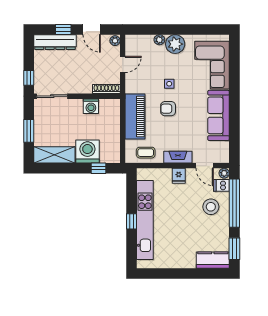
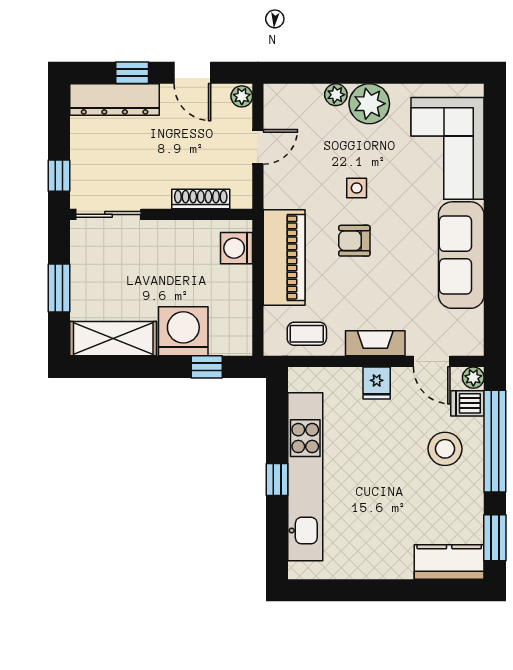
shoe rack: (106, 89) -> (201, 199), moved
washing machine: (91, 106) -> (237, 248), moved, turned 90

